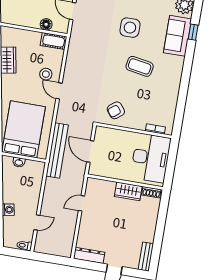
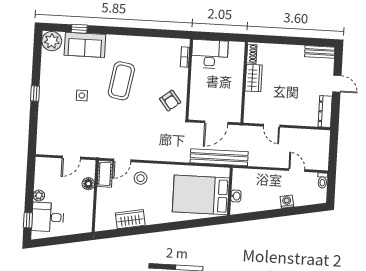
side table: (130, 28) -> (82, 95), width x0.54, depth x0.54
coffee table: (140, 66) -> (121, 81), width x1.36, depth x1.32
door: (59, 91) -> (122, 160), moved
desk: (151, 158) -> (210, 54), width x0.73, depth x0.77

